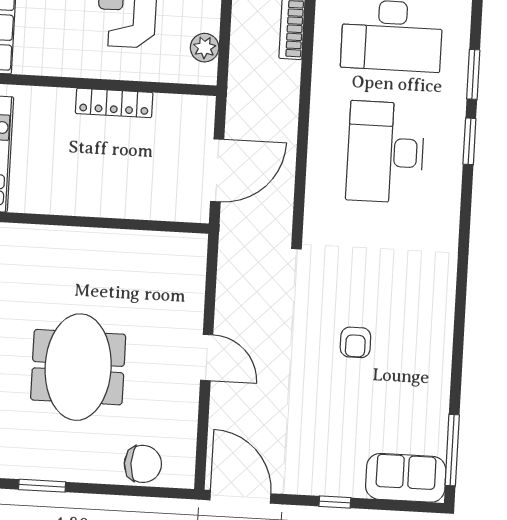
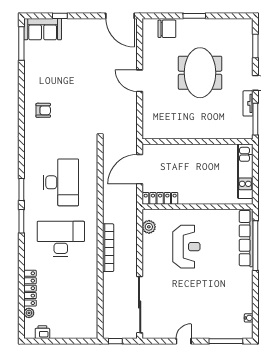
locker: (114, 103) -> (160, 198), moved
armchair: (355, 342) -> (43, 110), moved, turned 90
chair: (143, 464) -> (167, 29), turned 180
window: (42, 486) -> (194, 16), moved
window: (335, 502) -> (60, 16), moved

